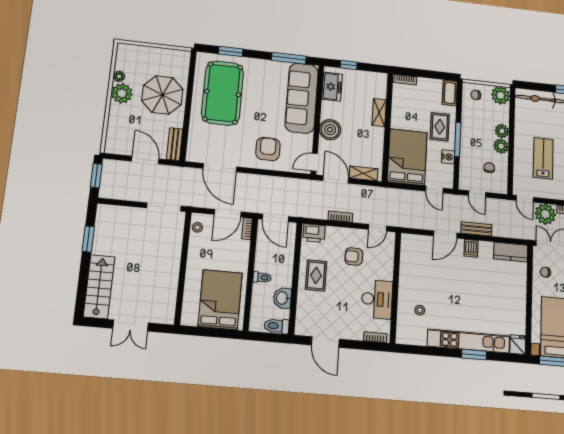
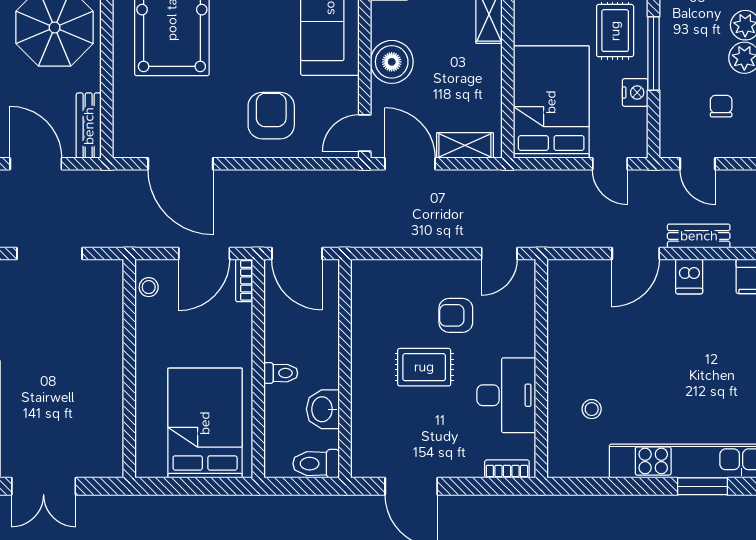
doorway: (164, 207) -> (49, 254), moved
bookcase: (340, 217) -> (424, 238), removed
printer: (314, 233) -> (375, 276), removed
rug: (316, 275) -> (424, 367), moved, turned 90

